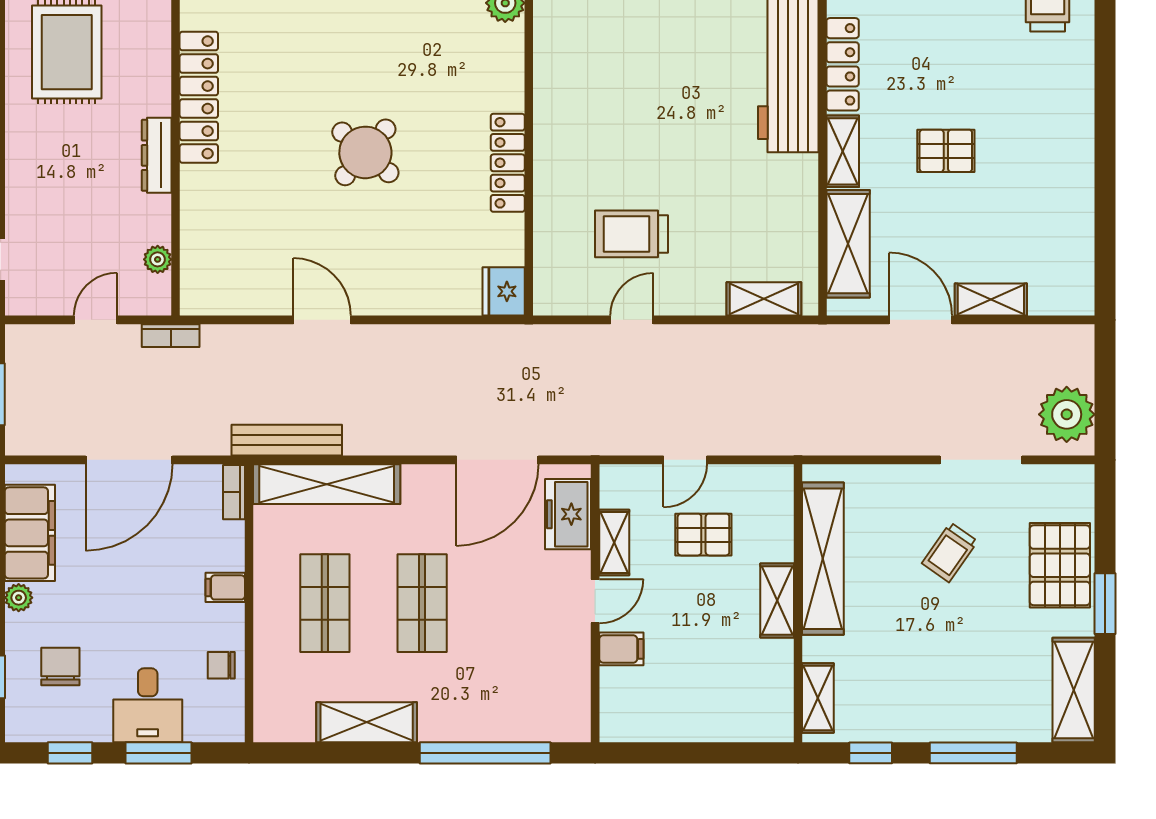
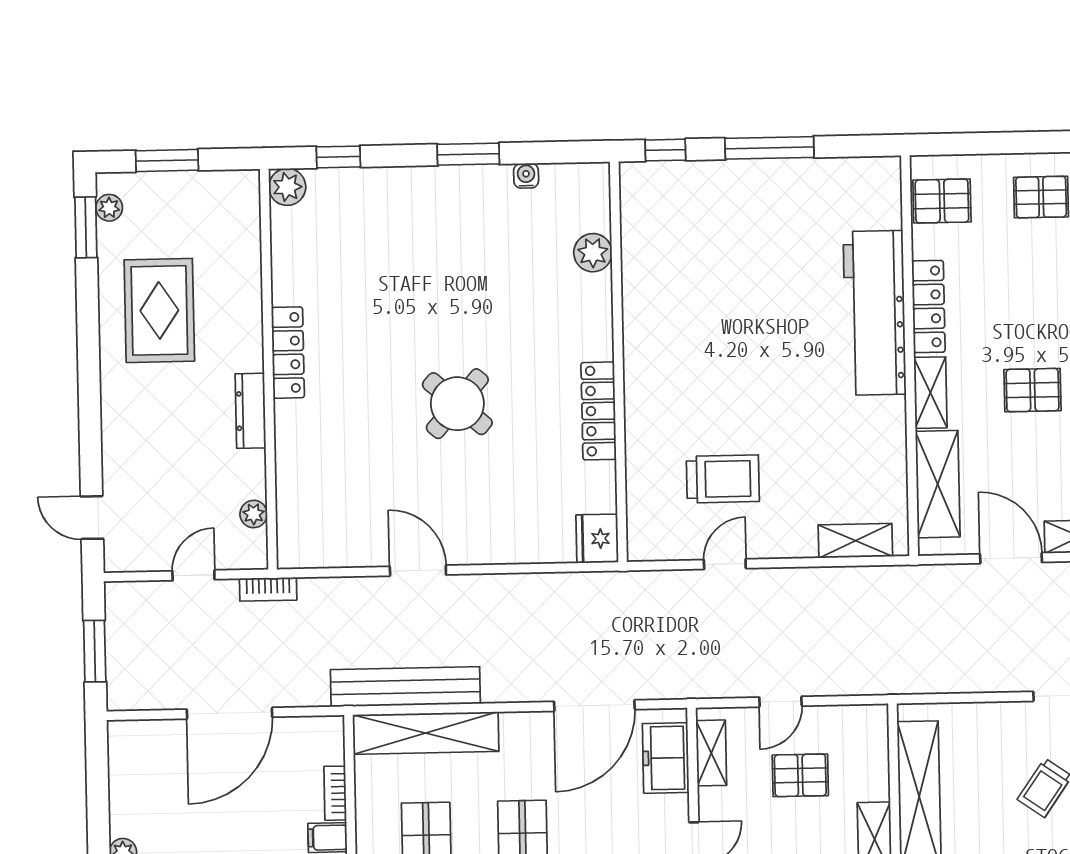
locker: (199, 97) -> (288, 353), width x0.71, depth x0.83
trolley: (632, 234) -> (723, 479), turned 180
bench: (287, 440) -> (405, 687), width x1.37, depth x1.21
bookcase: (234, 492) -> (335, 793), moved
filing cabinet: (30, 533) -> (133, 788), removed
shelving: (614, 542) -> (711, 753), moved

